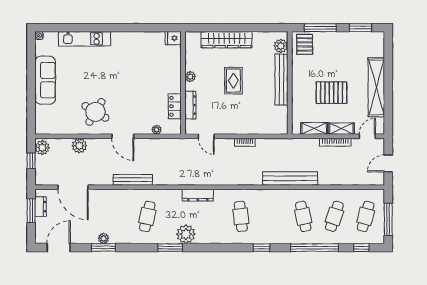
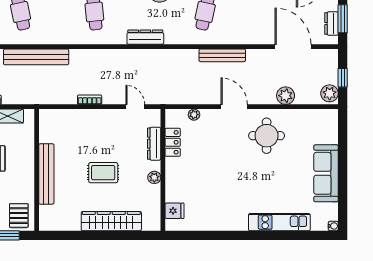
fridge: (173, 38) -> (175, 211), moved
plant: (281, 46) -> (47, 214), removed
rug: (233, 81) -> (103, 173), turned 90
round table: (95, 112) -> (267, 136), turned -31

